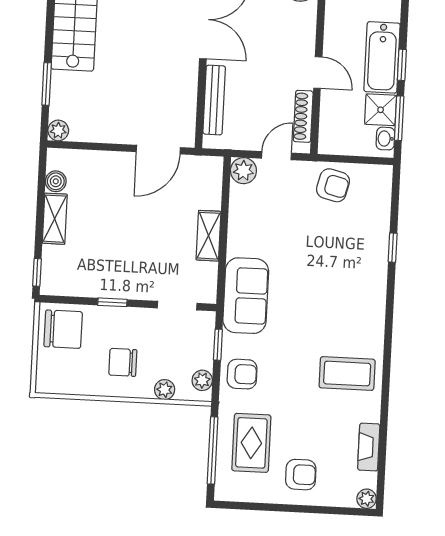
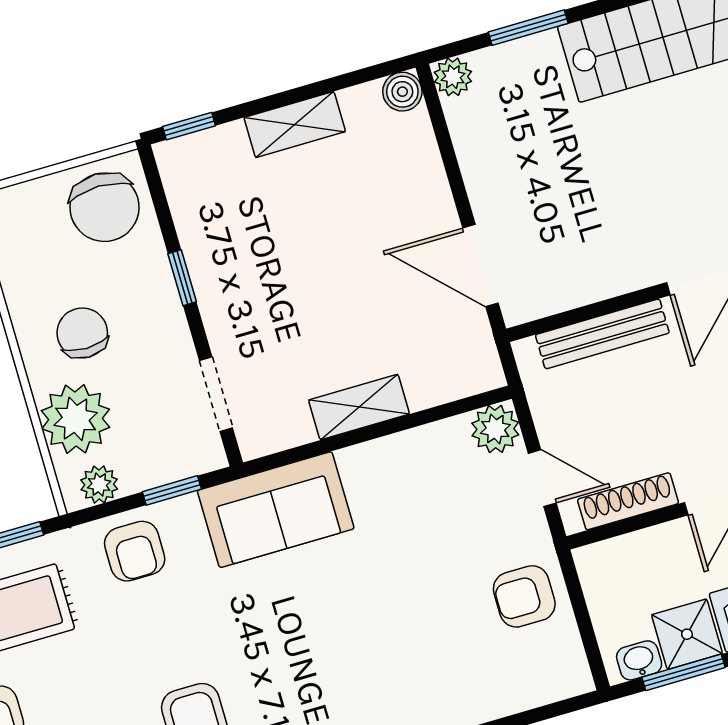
boiler: (56, 181) -> (402, 92), moved
armchair: (333, 185) -> (524, 596), turned 76
plant: (165, 390) -> (76, 419), width x1.88, depth x1.88

